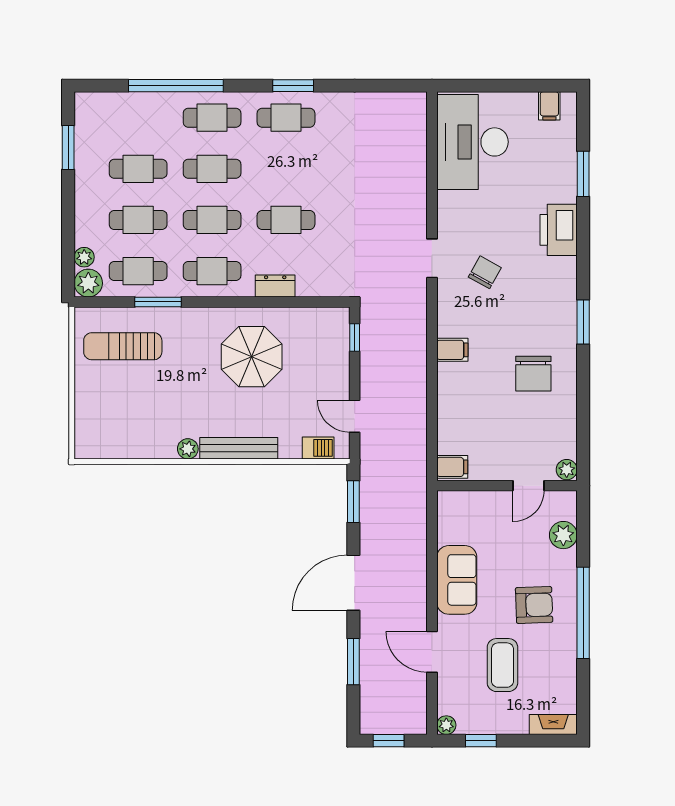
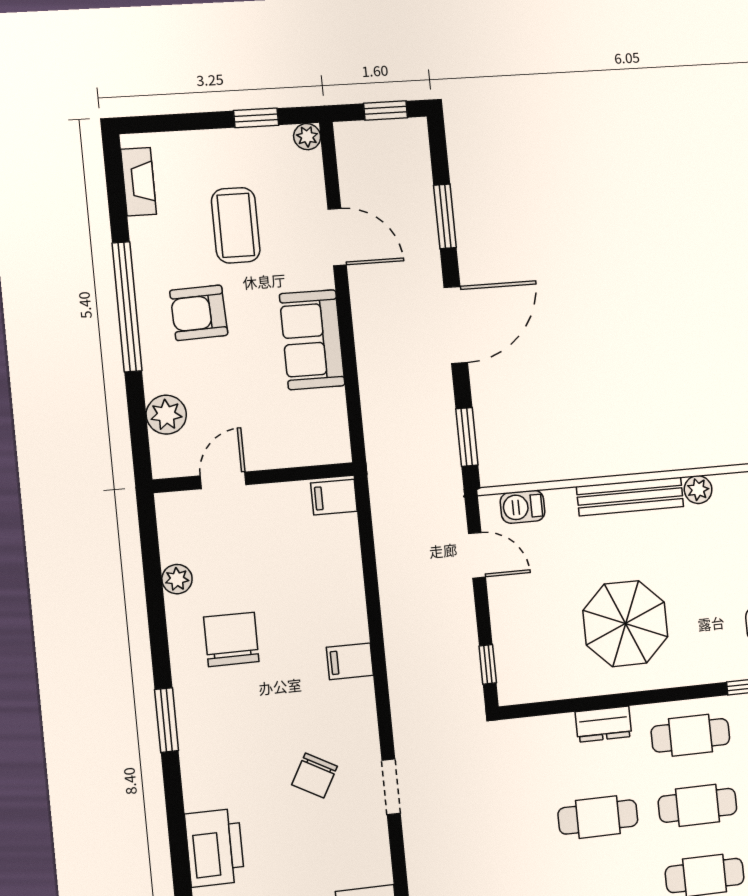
plant: (567, 470) -> (177, 579), moved
fireplace: (553, 724) -> (139, 182), moved, turned -90

